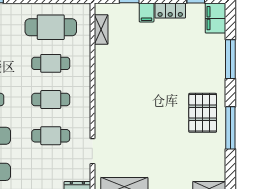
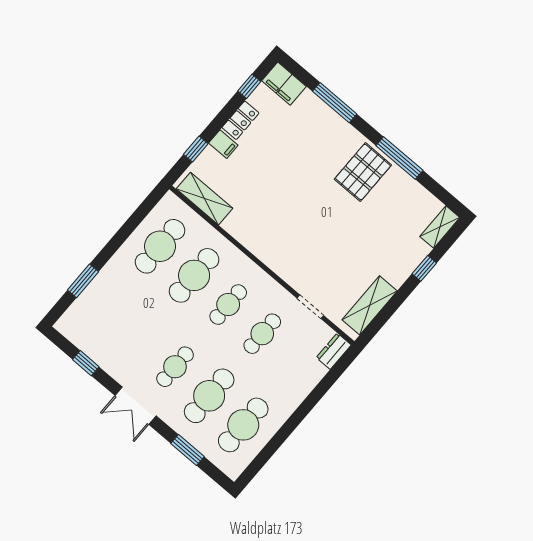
shelving: (101, 29) -> (204, 199), width x1.50, depth x1.33
cafe table: (51, 63) -> (194, 275), width x1.37, depth x1.35
pallet: (203, 113) -> (363, 172), turned 90

